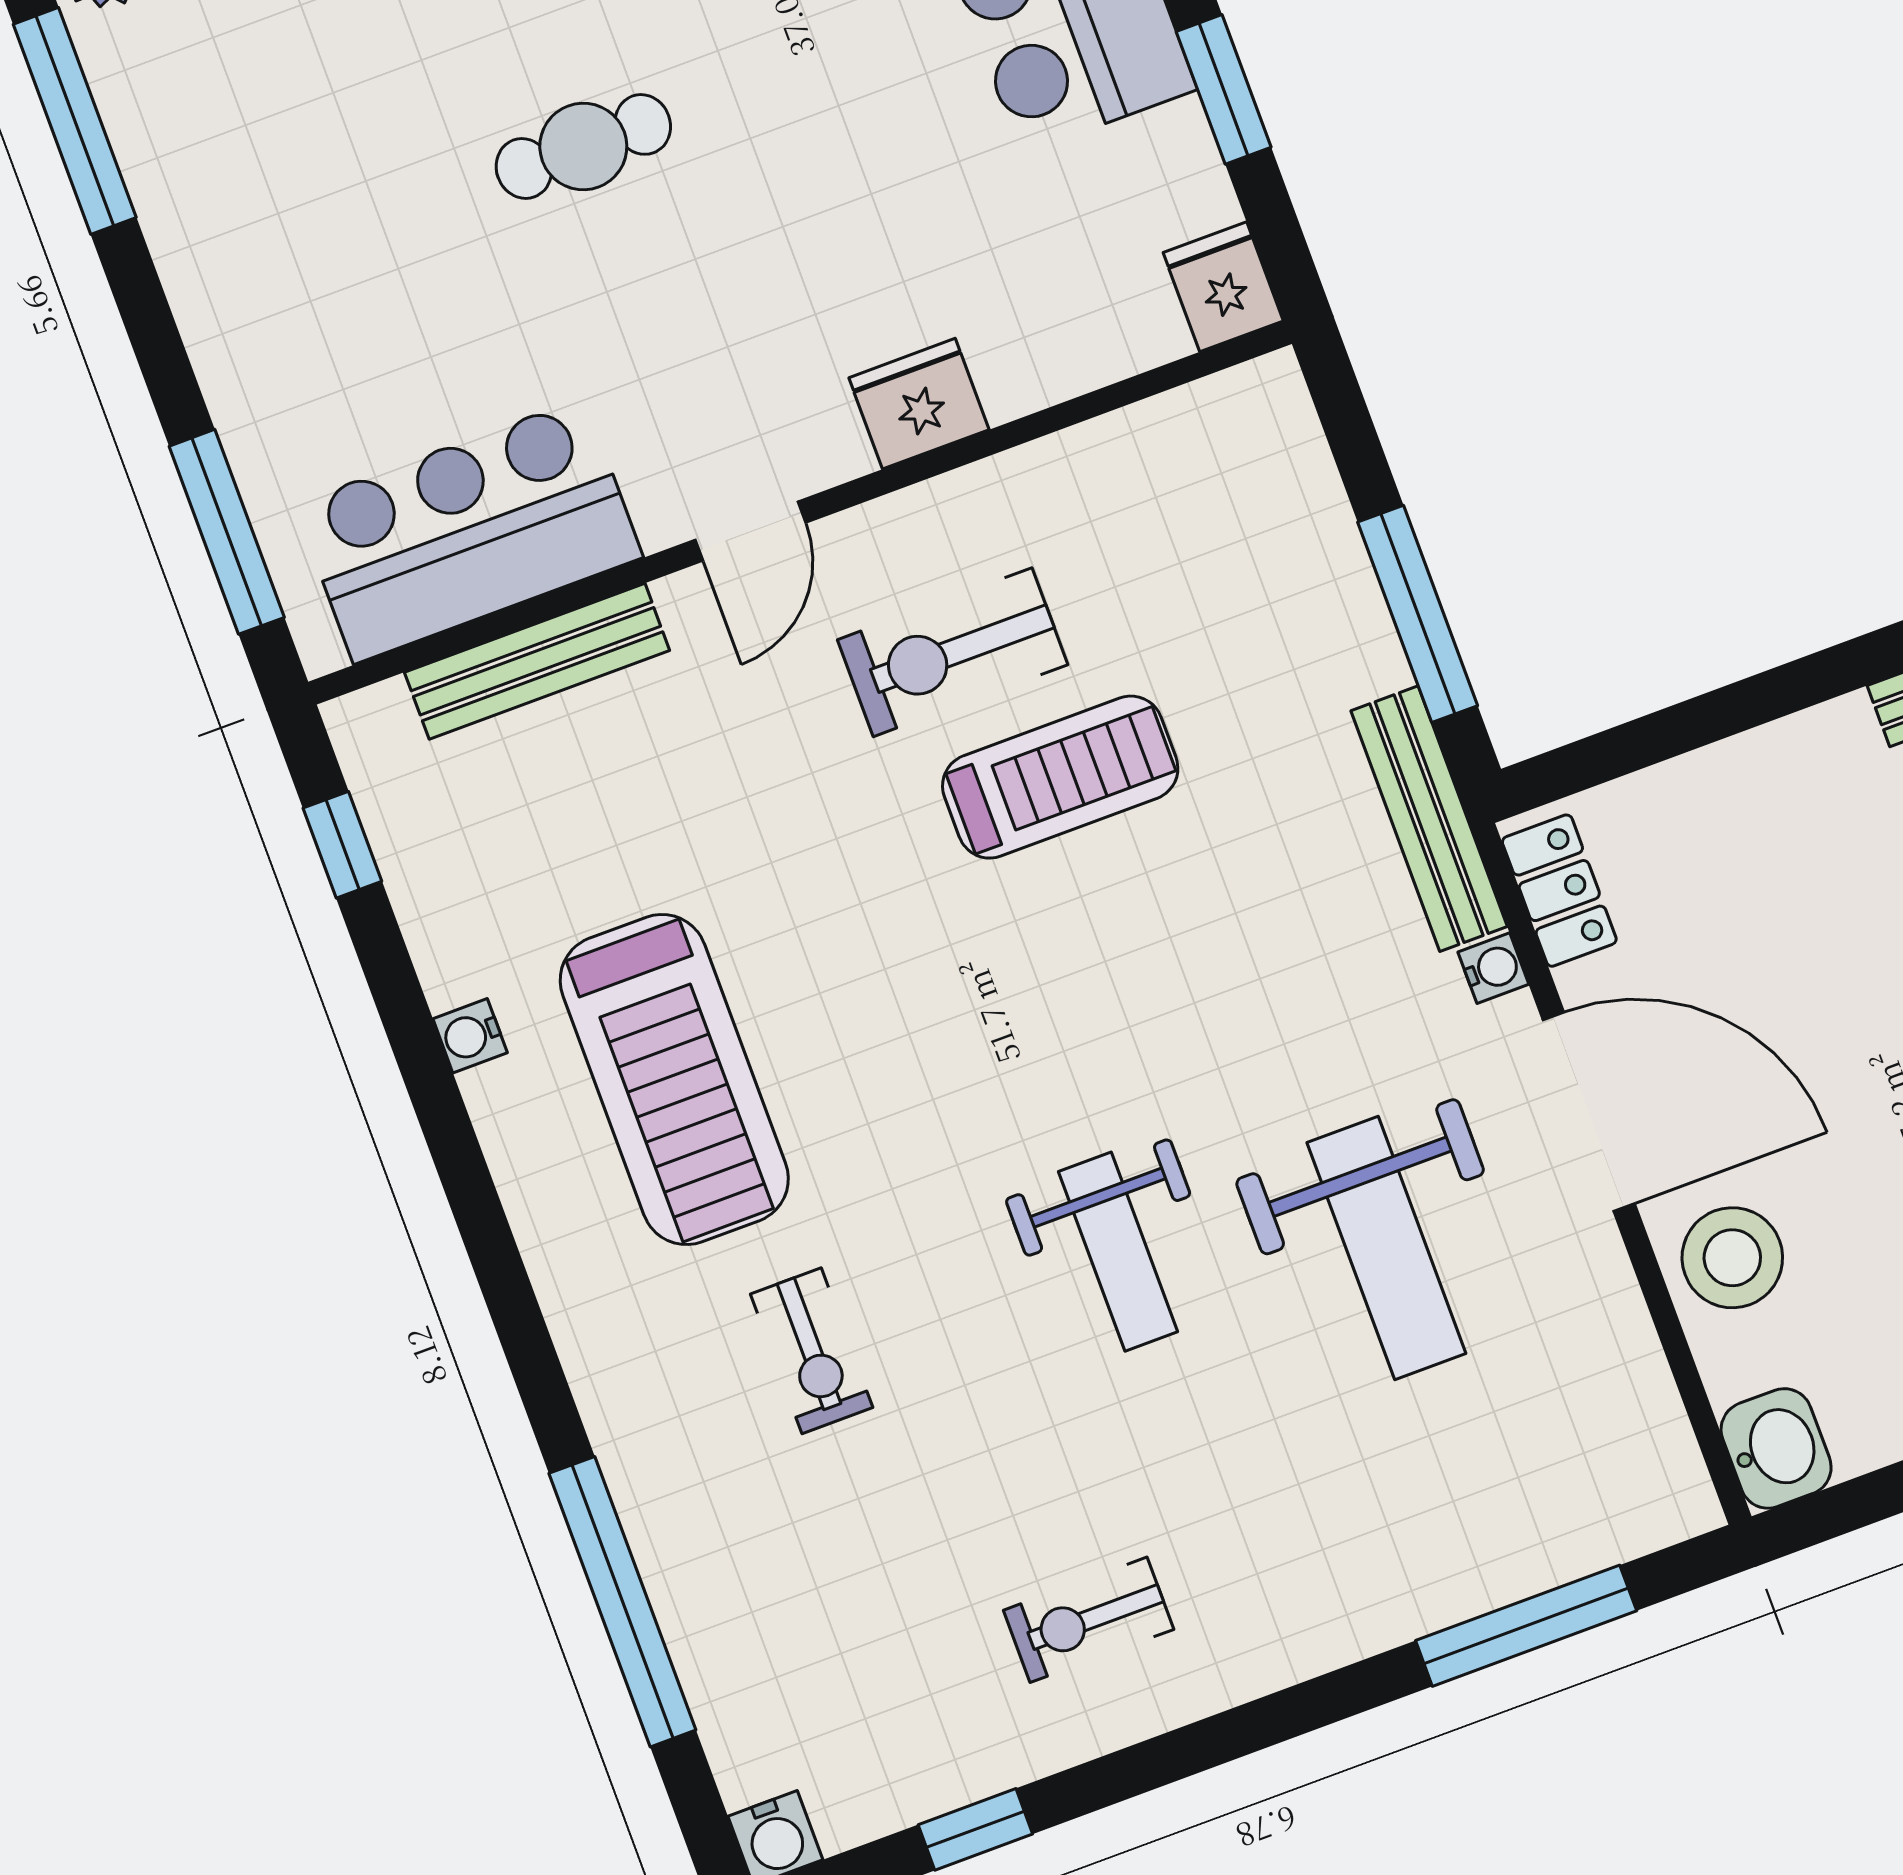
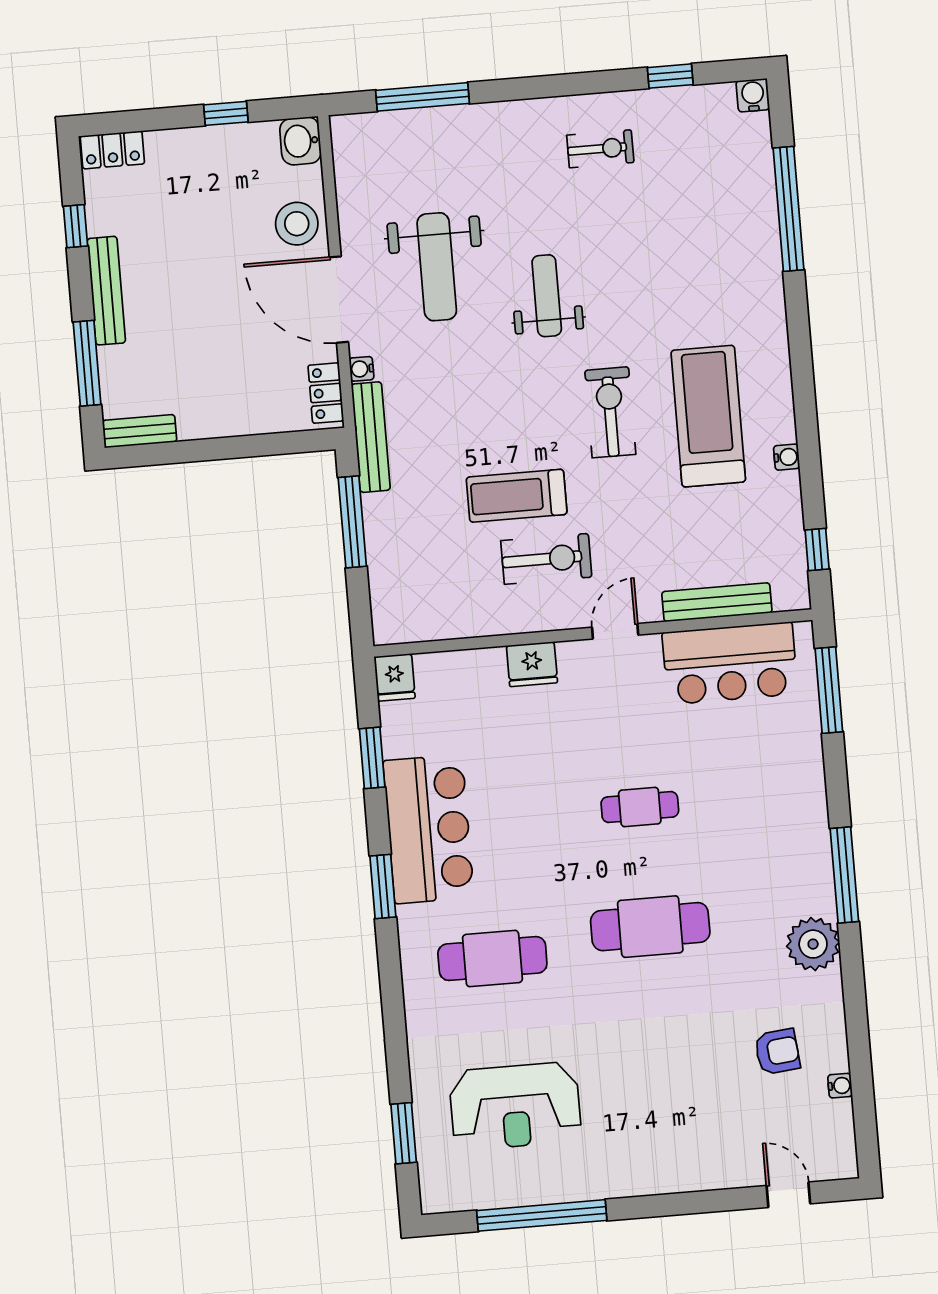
weight bench: (1386, 1248) -> (437, 267), turned 180
exercise bike: (812, 1351) -> (610, 412), moved, width x1.38, depth x1.39

